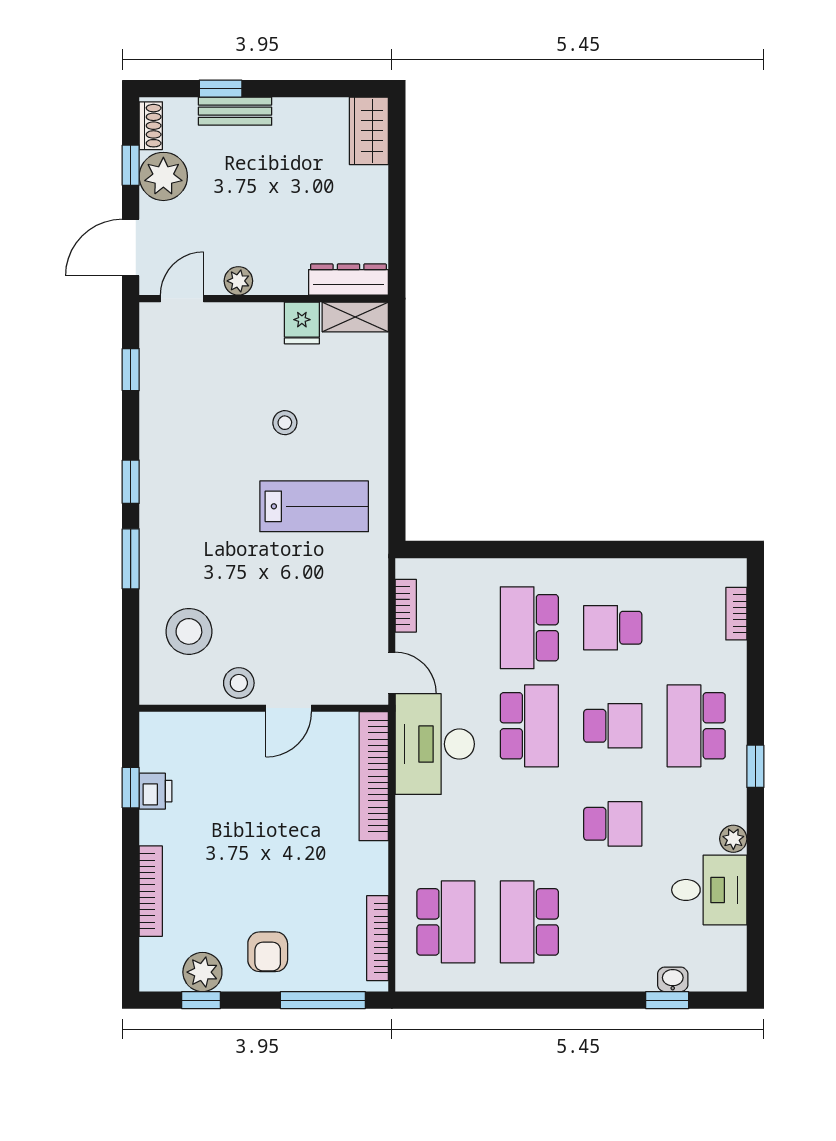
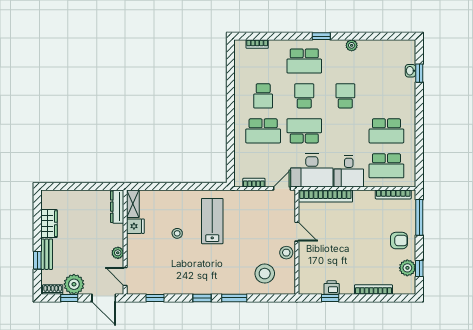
wardrobe: (369, 131) -> (49, 224), moved, turned -90
desk: (709, 890) -> (349, 171), moved, turned 180
school desk: (446, 922) -> (386, 166), turned 180

